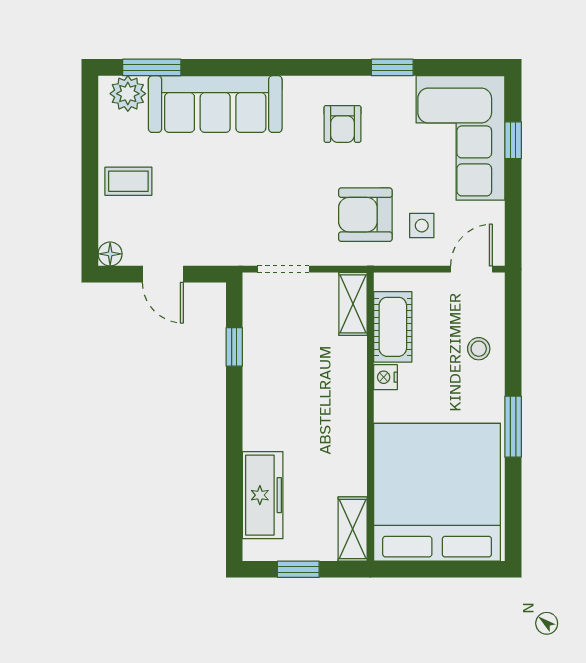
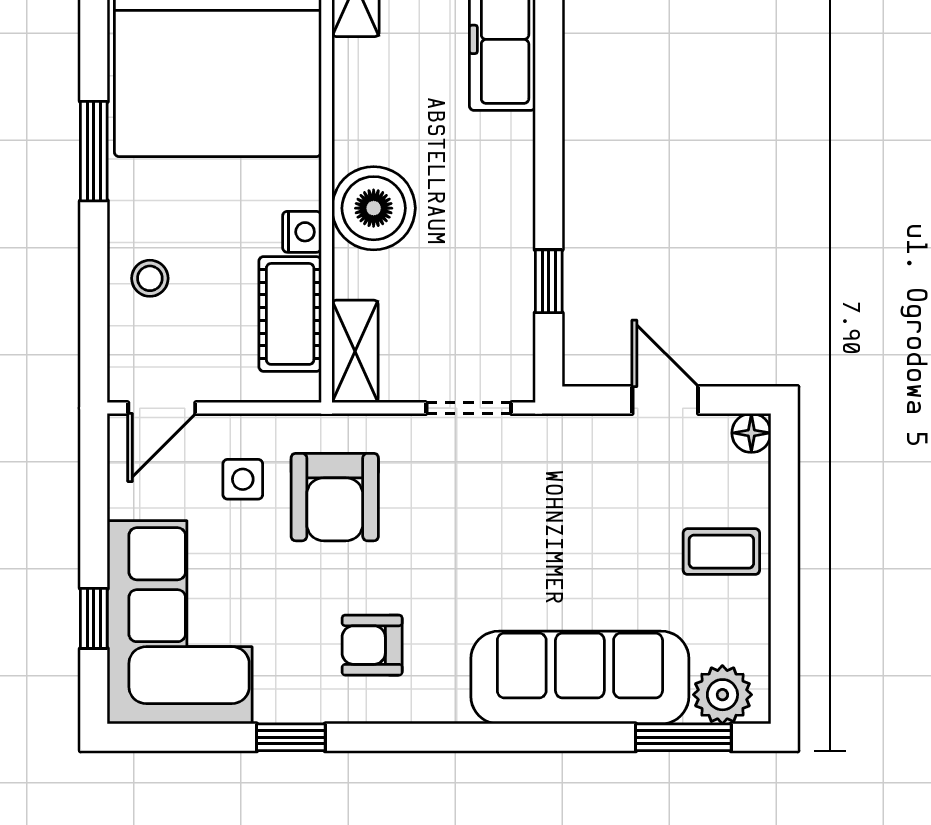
armchair: (342, 124) -> (372, 645), turned -90
armchair: (365, 215) -> (335, 497), turned 90
boiler: (342, 392) -> (374, 208), added

